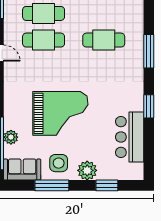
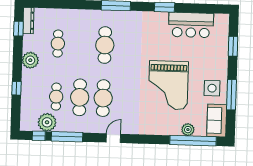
grand piano: (60, 113) -> (168, 85), turned 180
plant: (87, 170) -> (219, 63), removed

